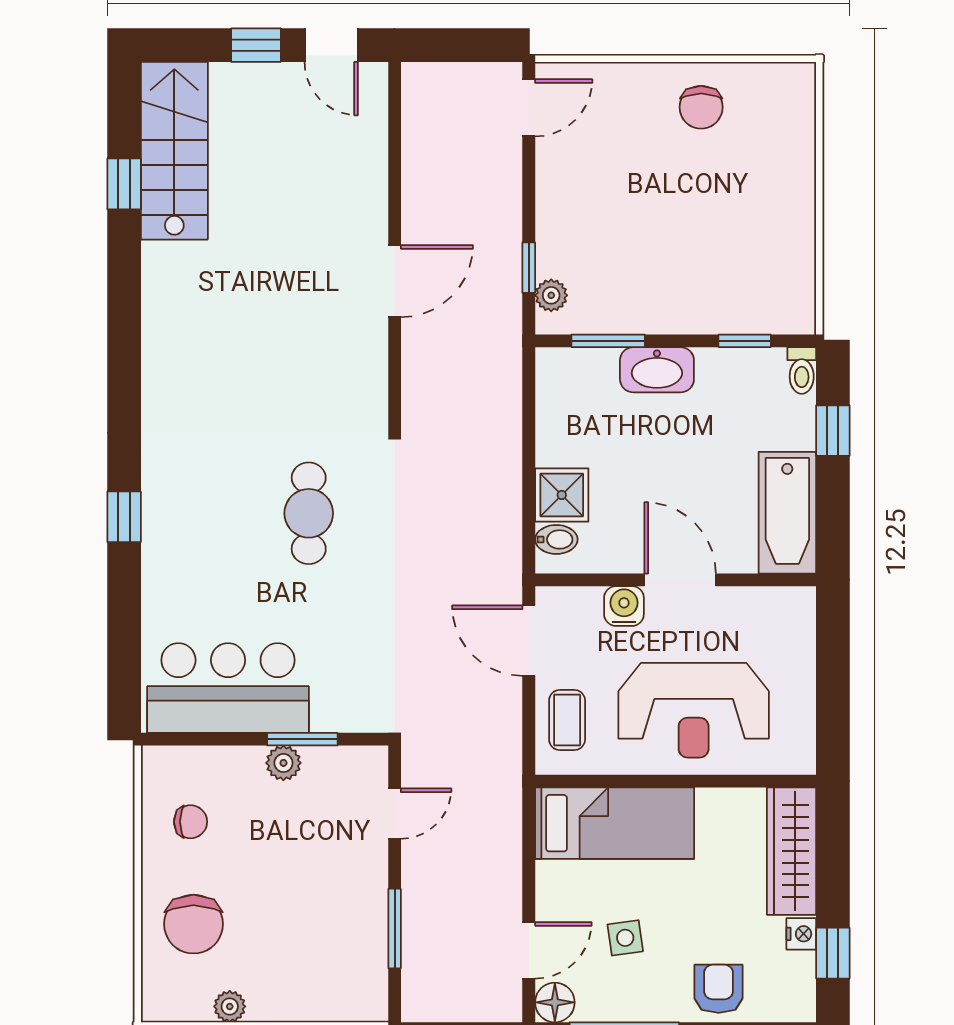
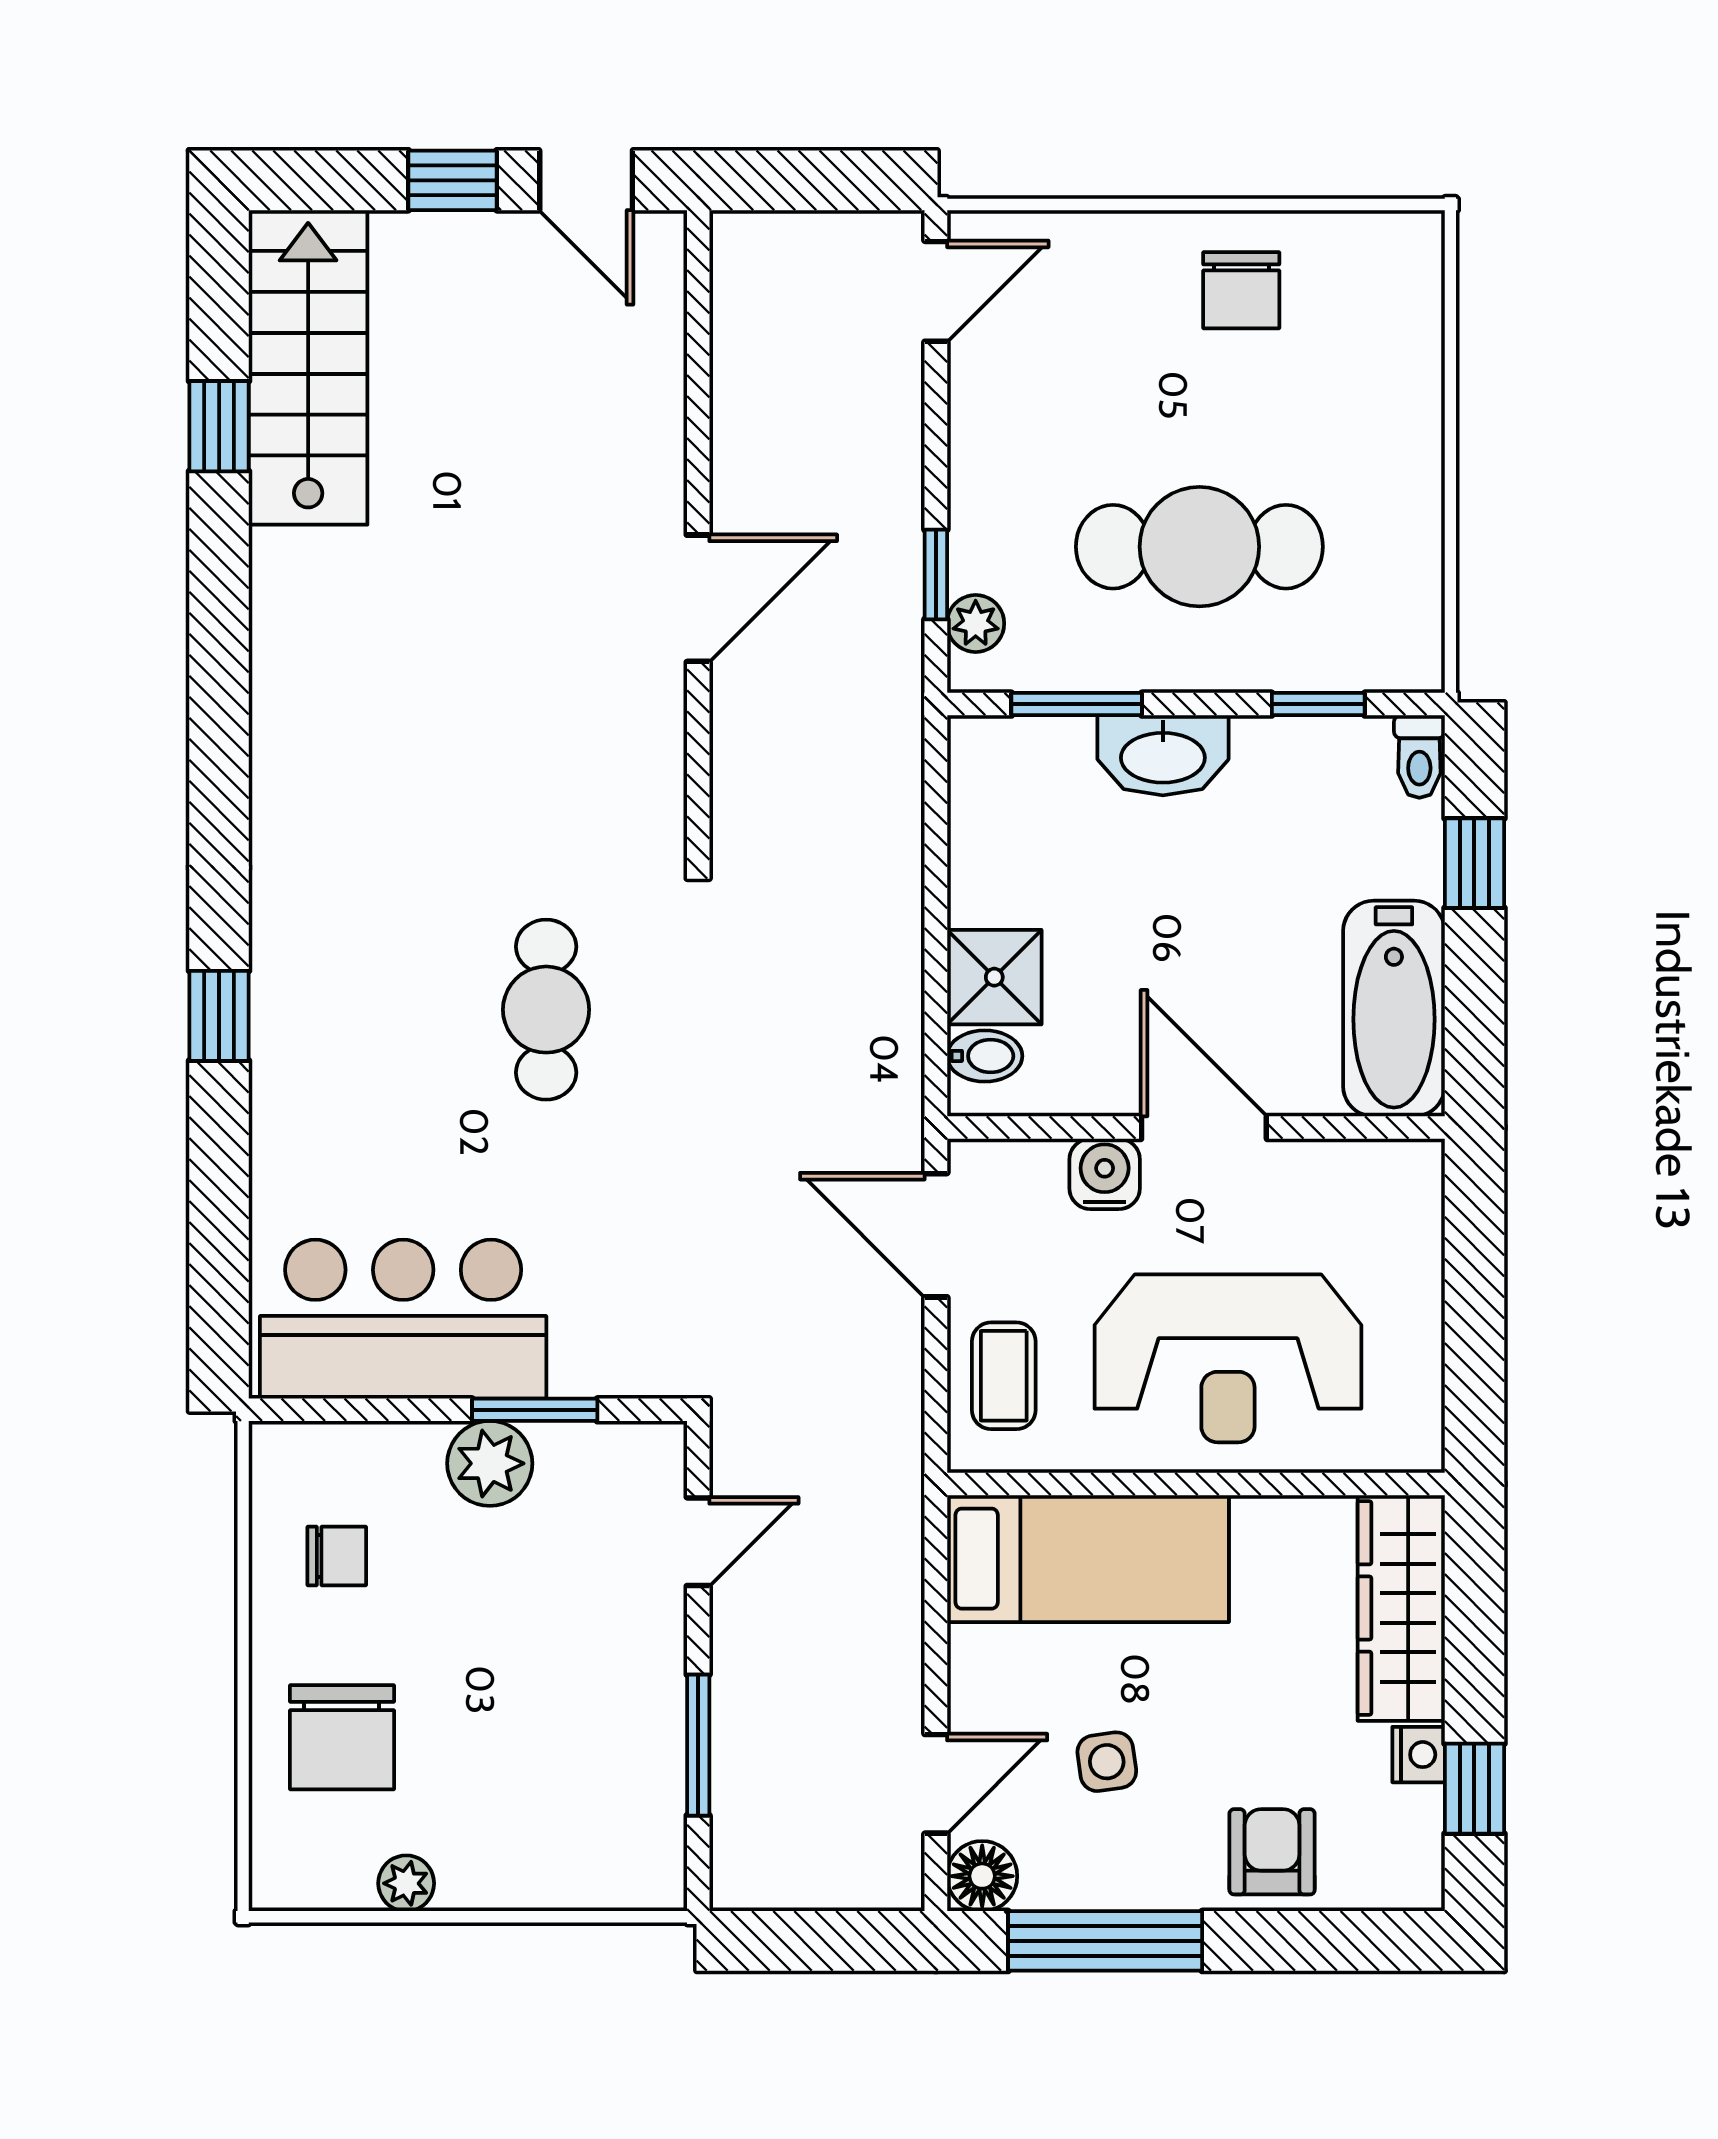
cafe table: (678, 252) -> (1199, 547), added
plant: (283, 763) -> (490, 1463), width x1.38, depth x1.38

